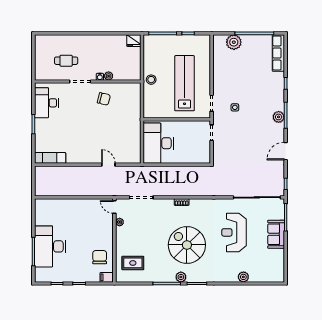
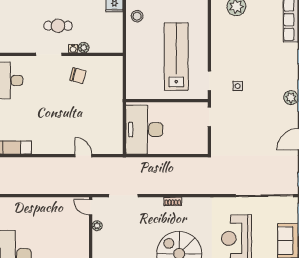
cafe table: (66, 61) -> (58, 26), moved
stool: (151, 80) -> (137, 16), moved

